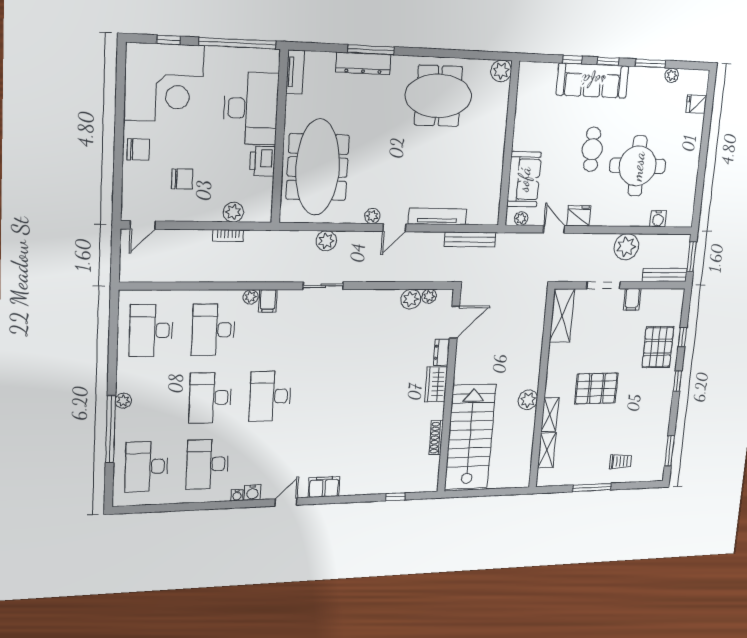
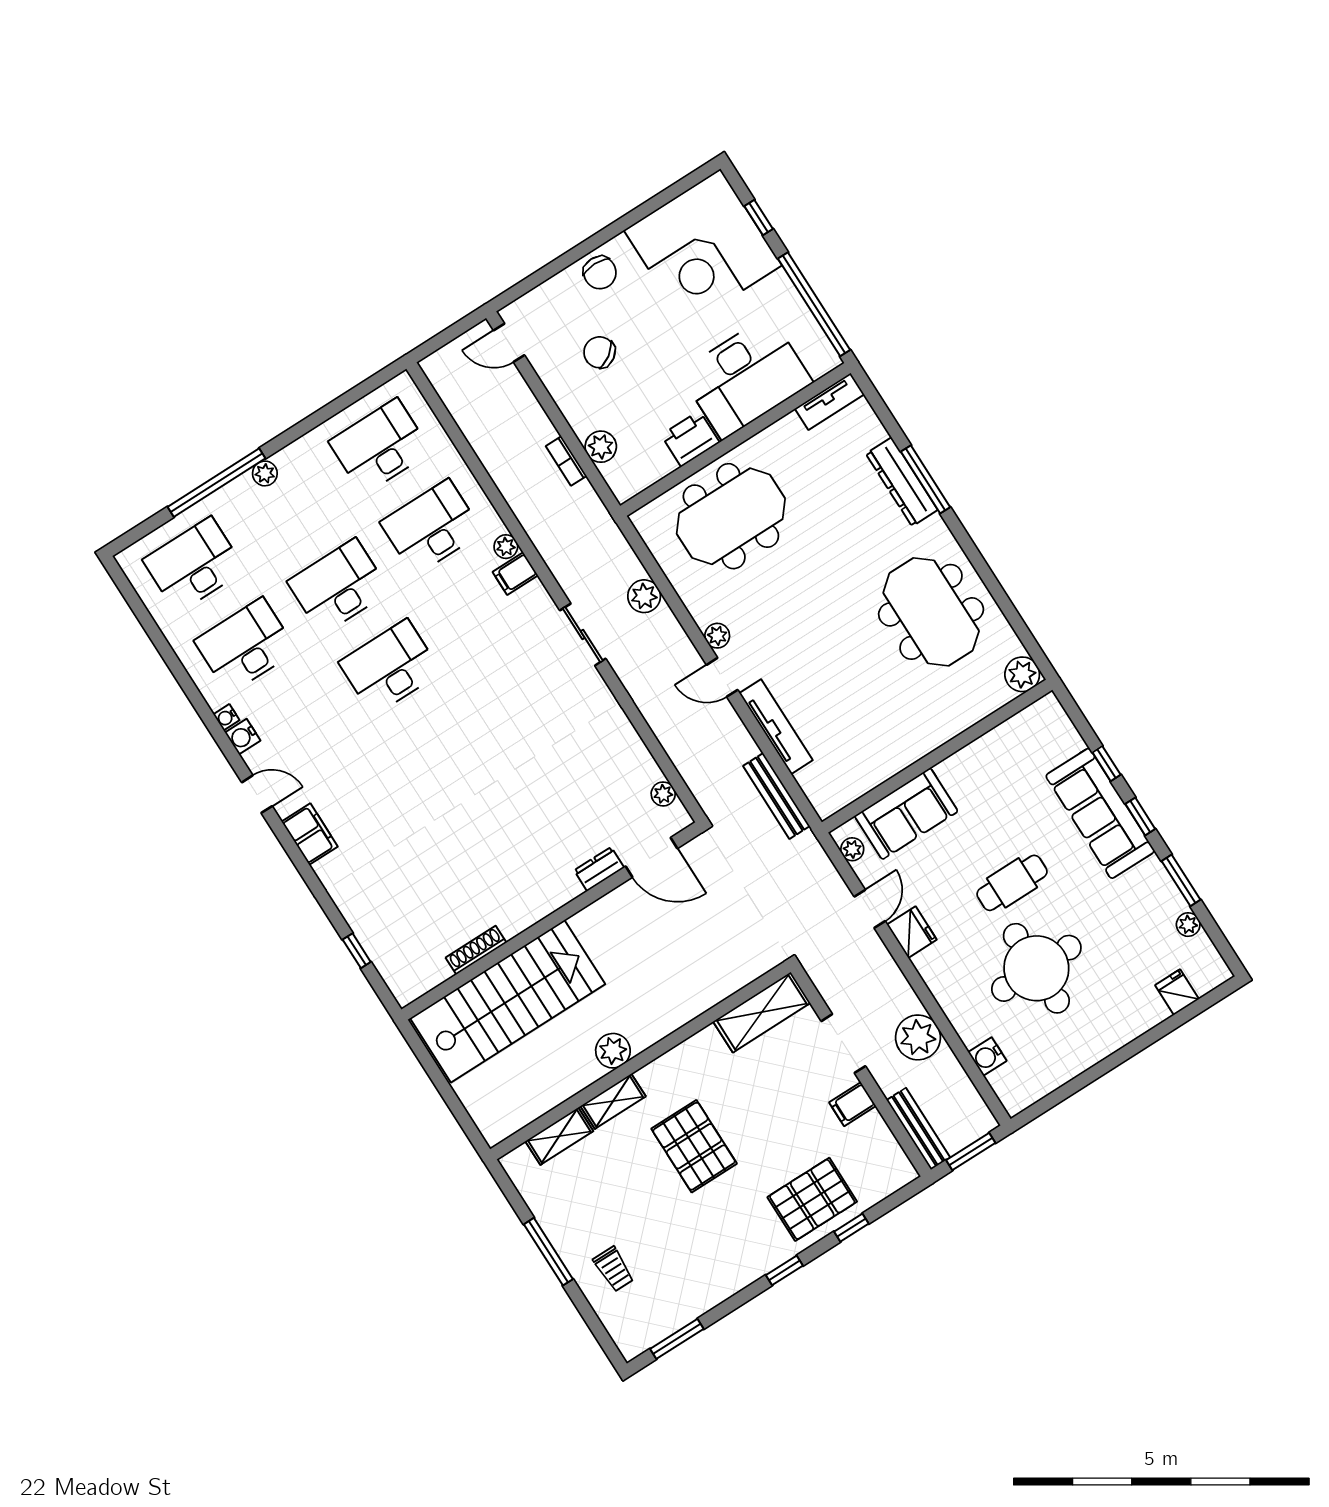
meeting table: (318, 167) -> (731, 516), width x0.73
chair: (182, 179) -> (599, 352), turned 145
plant: (411, 299) -> (643, 770), removed
wardrobe: (436, 384) -> (550, 894), removed

